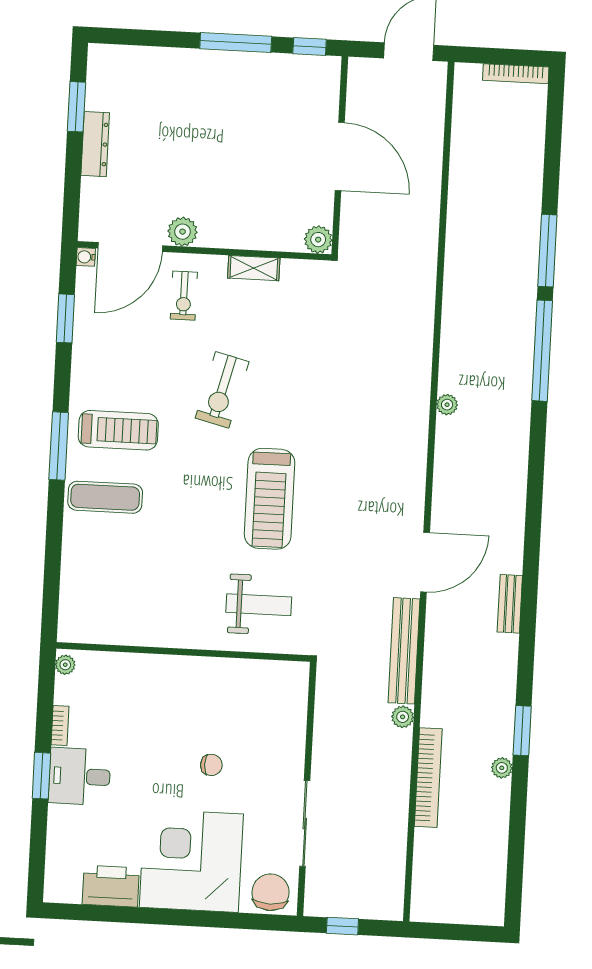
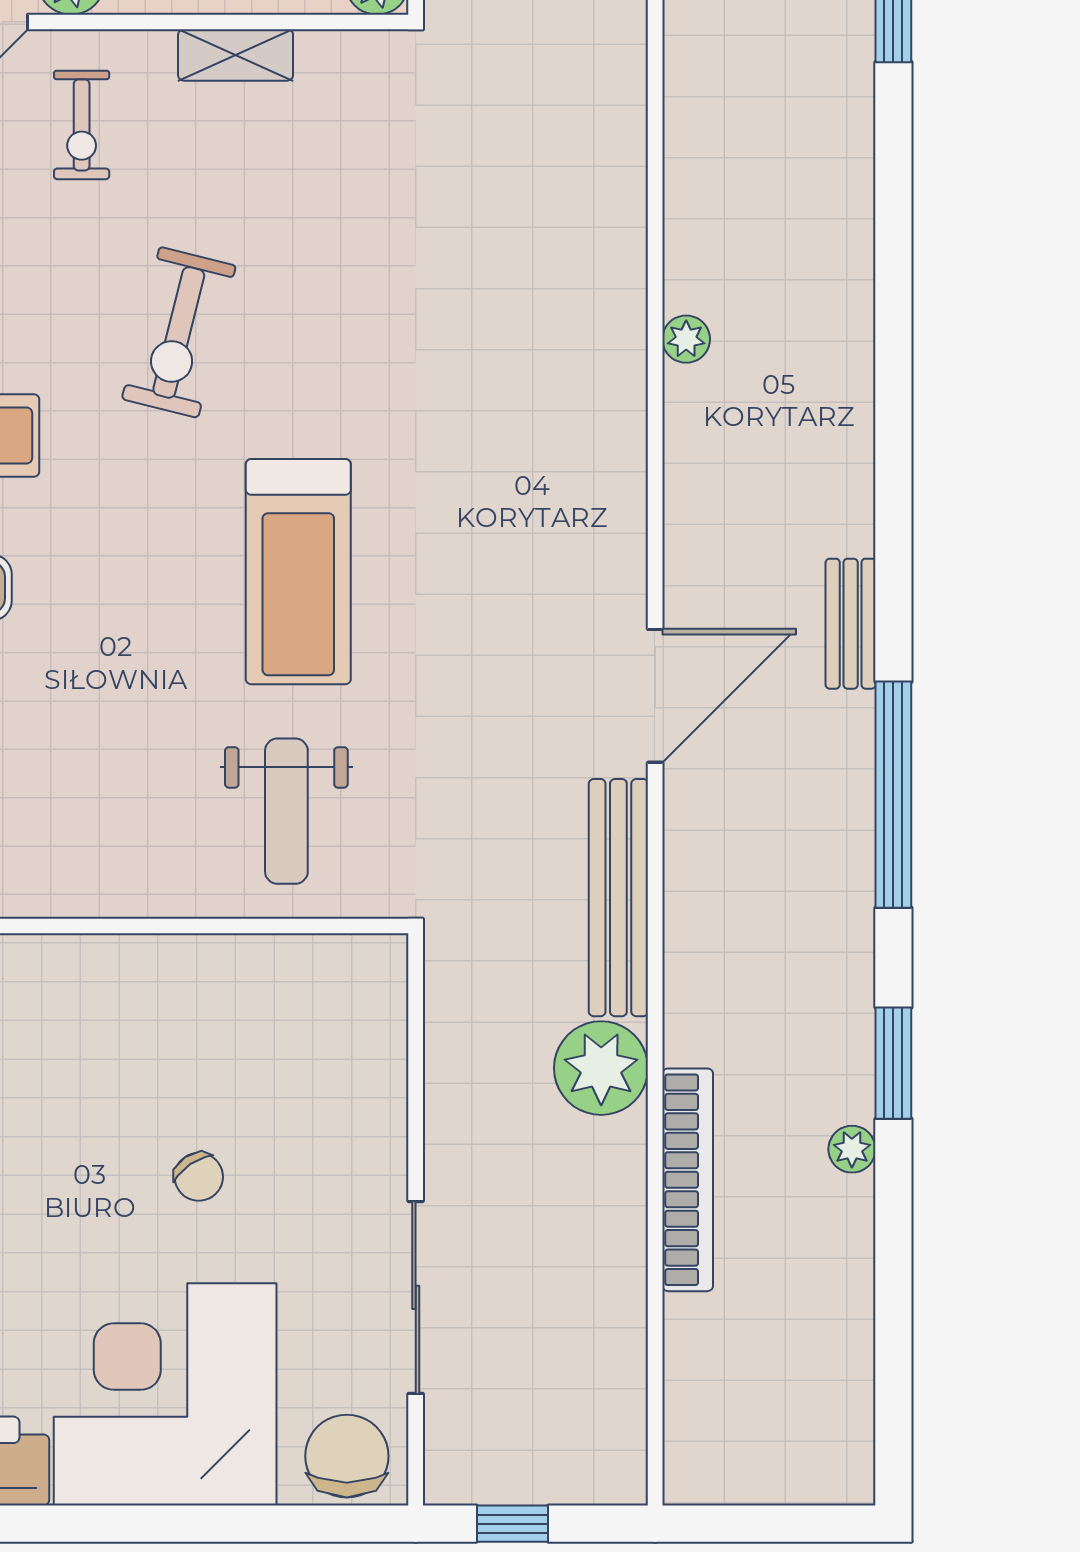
window: (542, 351) -> (893, 795), moved
bench: (510, 604) -> (851, 624), moved
weight bench: (259, 605) -> (286, 811), turned 90
plant: (403, 717) -> (601, 1068), width x1.88, depth x1.88
chair: (211, 765) -> (199, 1177), turned 56

